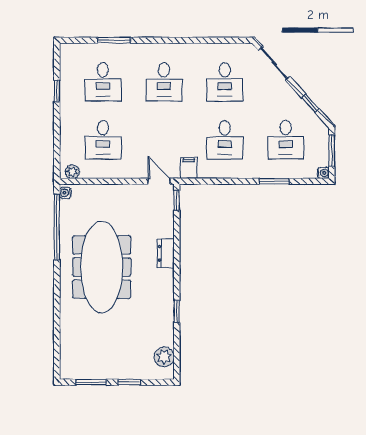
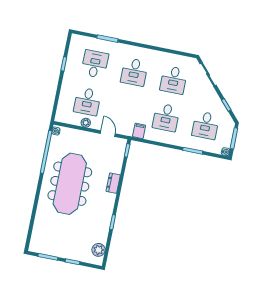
desk: (103, 82) -> (95, 64), turned 180
plant: (72, 172) -> (86, 123), moved
door: (159, 181) -> (108, 134), moved

